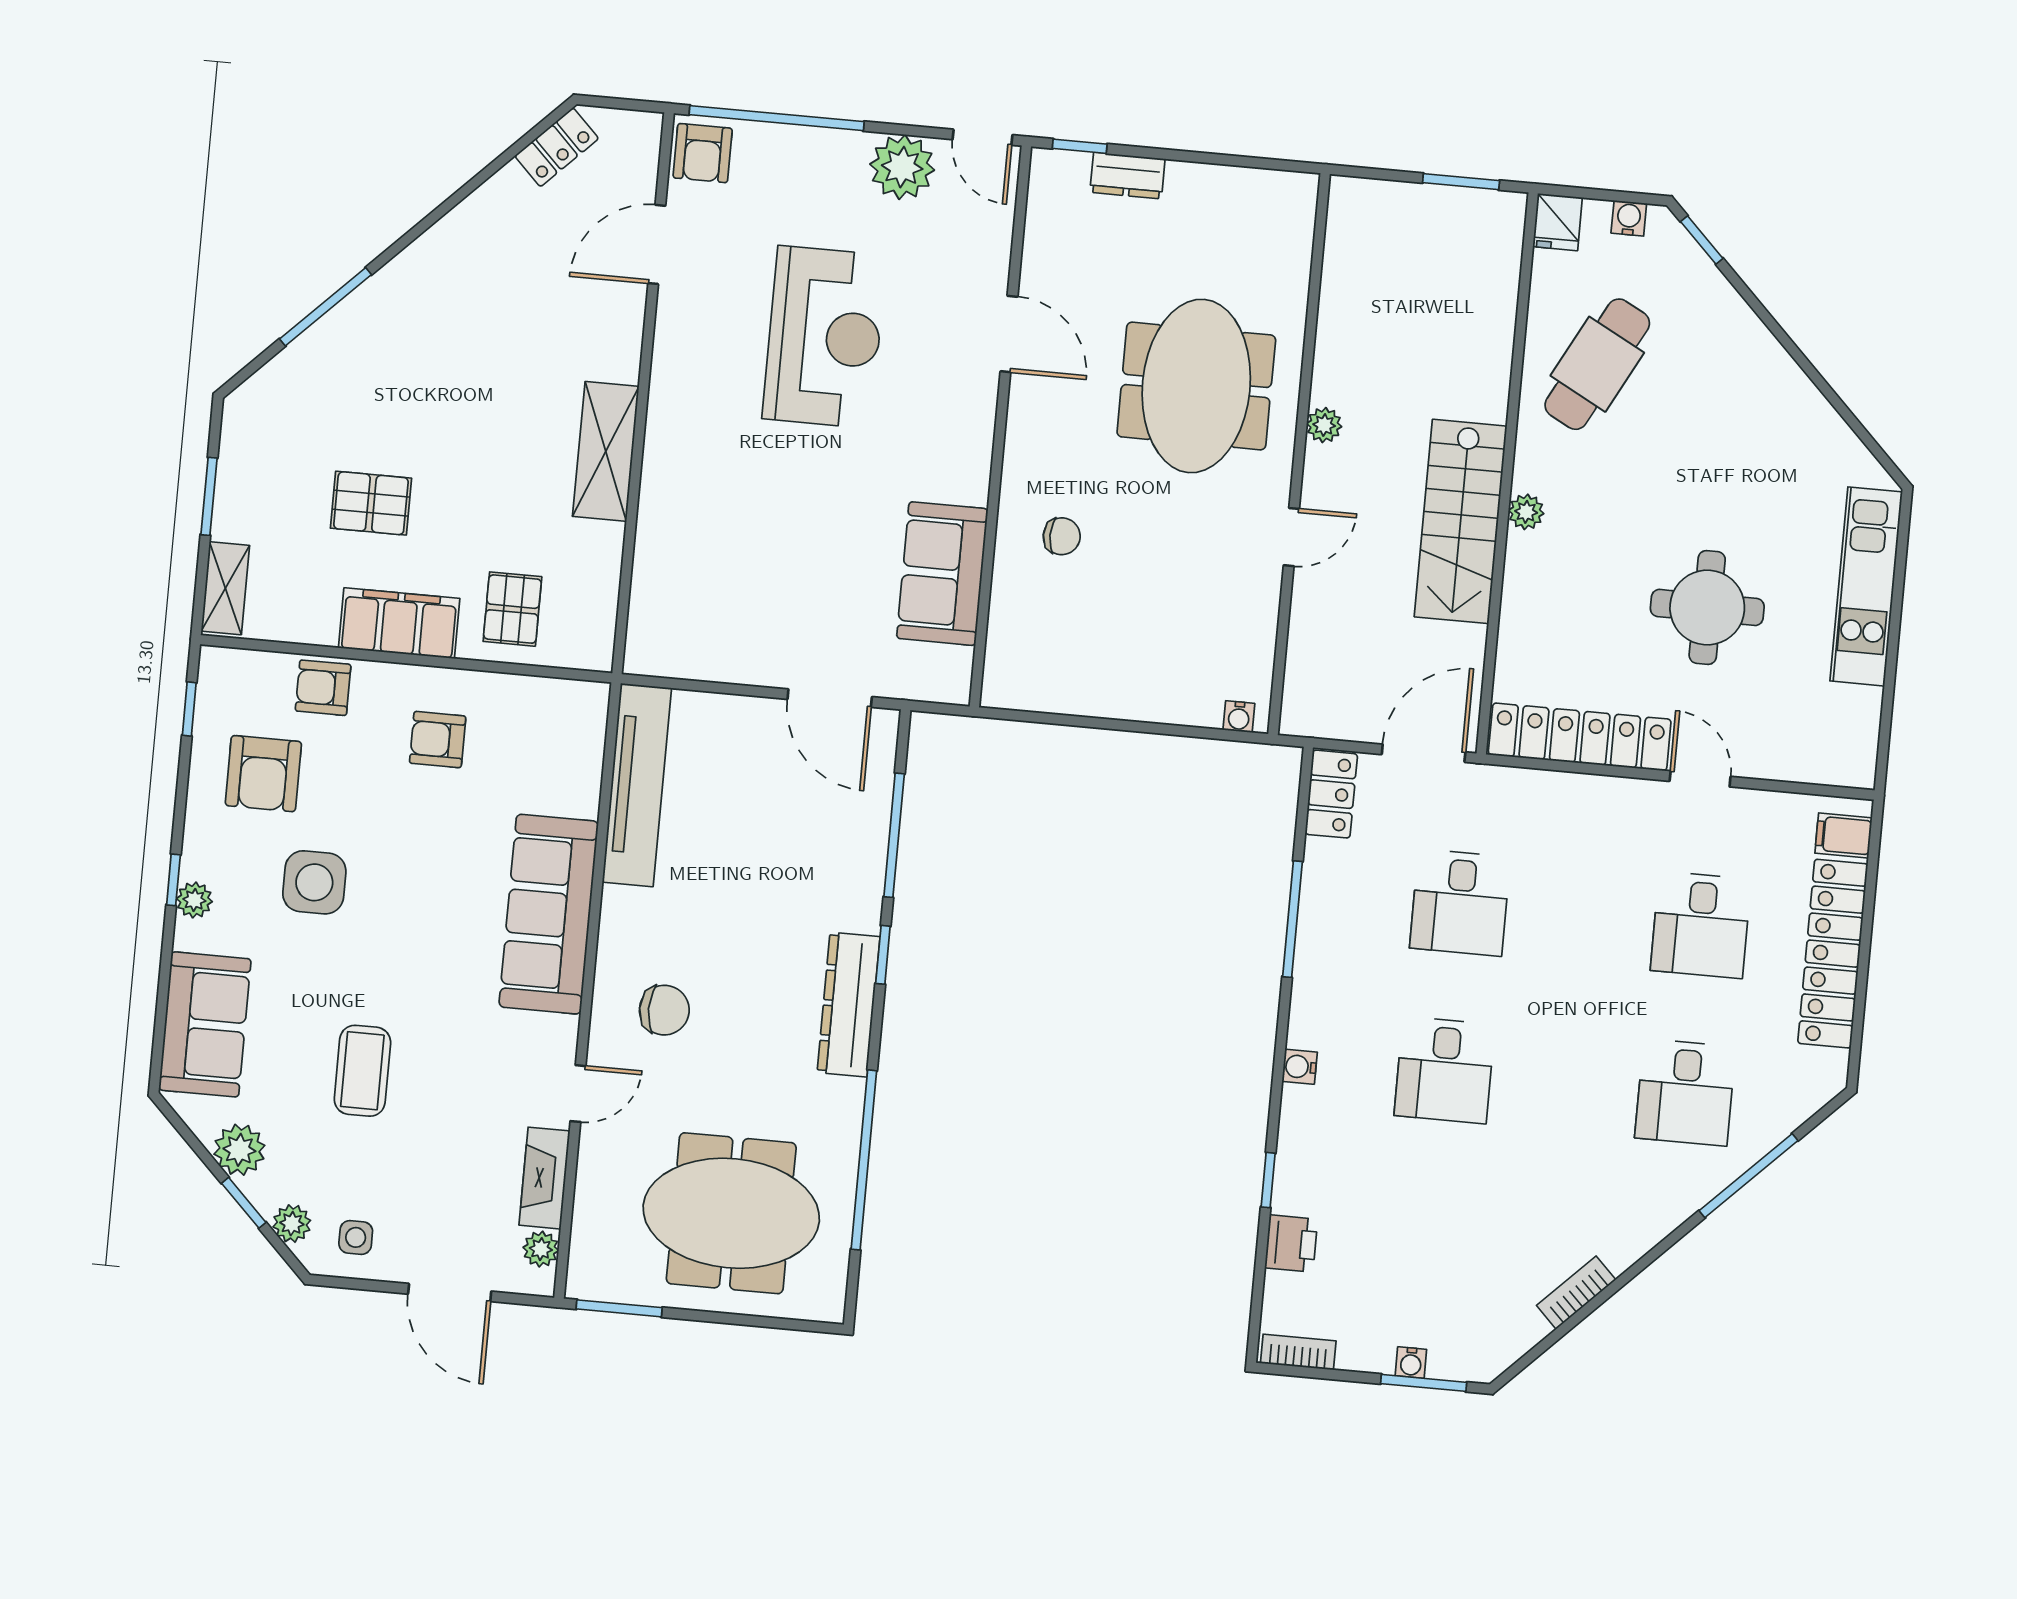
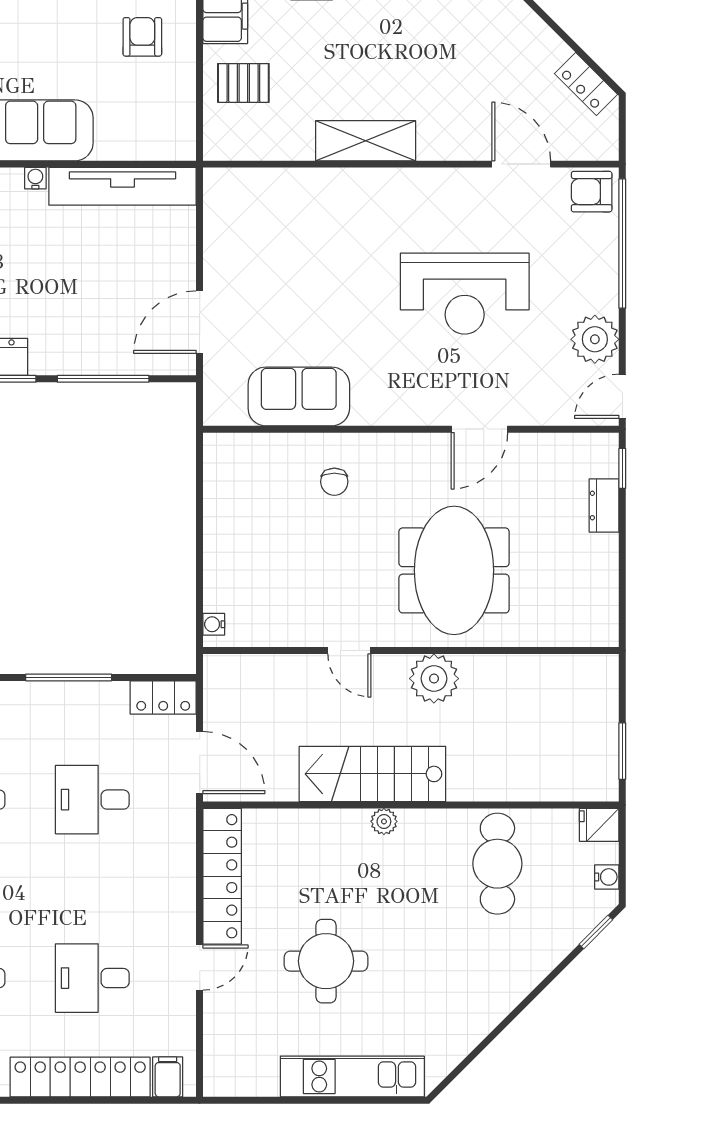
cafe table: (1597, 364) -> (497, 864), turned 62
meeting table: (1196, 386) -> (454, 570), turned 90
plant: (1324, 425) -> (434, 679), width x1.87, depth x1.87
water cooler: (615, 901) -> (35, 178), added

